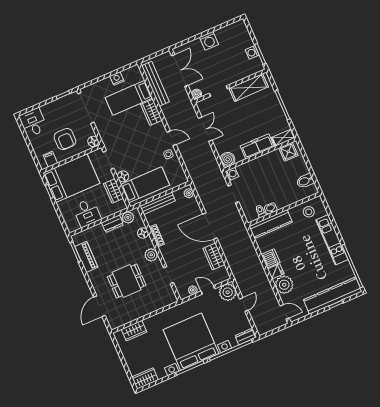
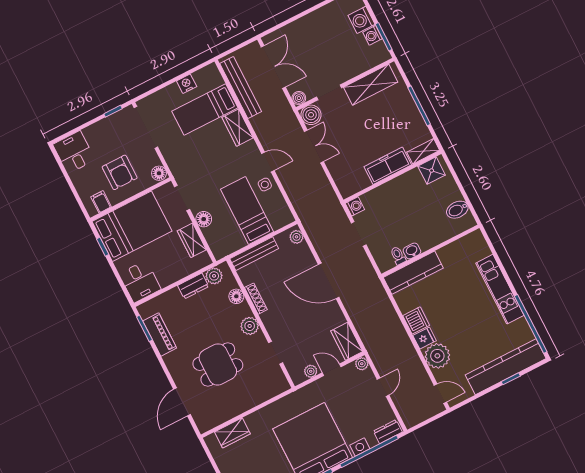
washing machine: (209, 41) -> (362, 20), moved, turned 90
boiler: (228, 159) -> (311, 115), moved
bed: (145, 185) -> (247, 210), moved, turned -90
stool: (309, 212) -> (465, 252), removed
desk: (87, 213) -> (140, 282), moved
wardrobe: (214, 256) -> (347, 341), moved
plant: (228, 292) -> (362, 364), width x0.53, depth x0.53

